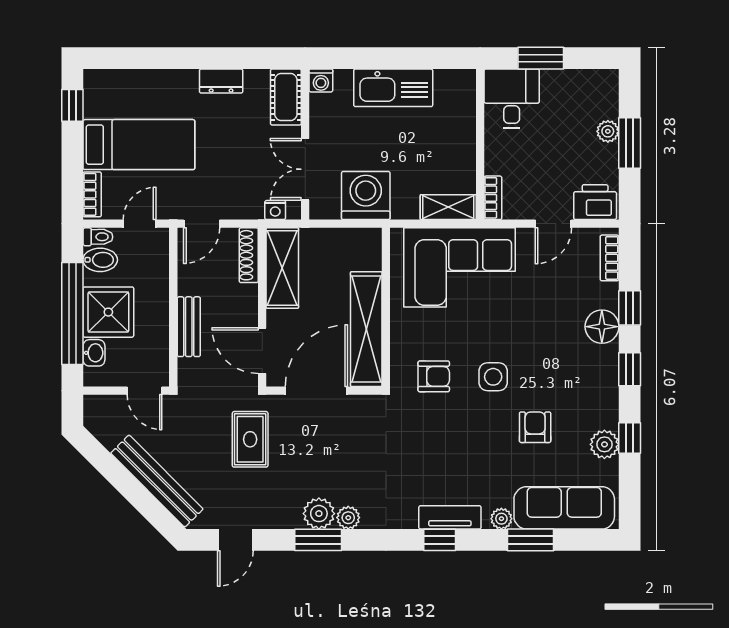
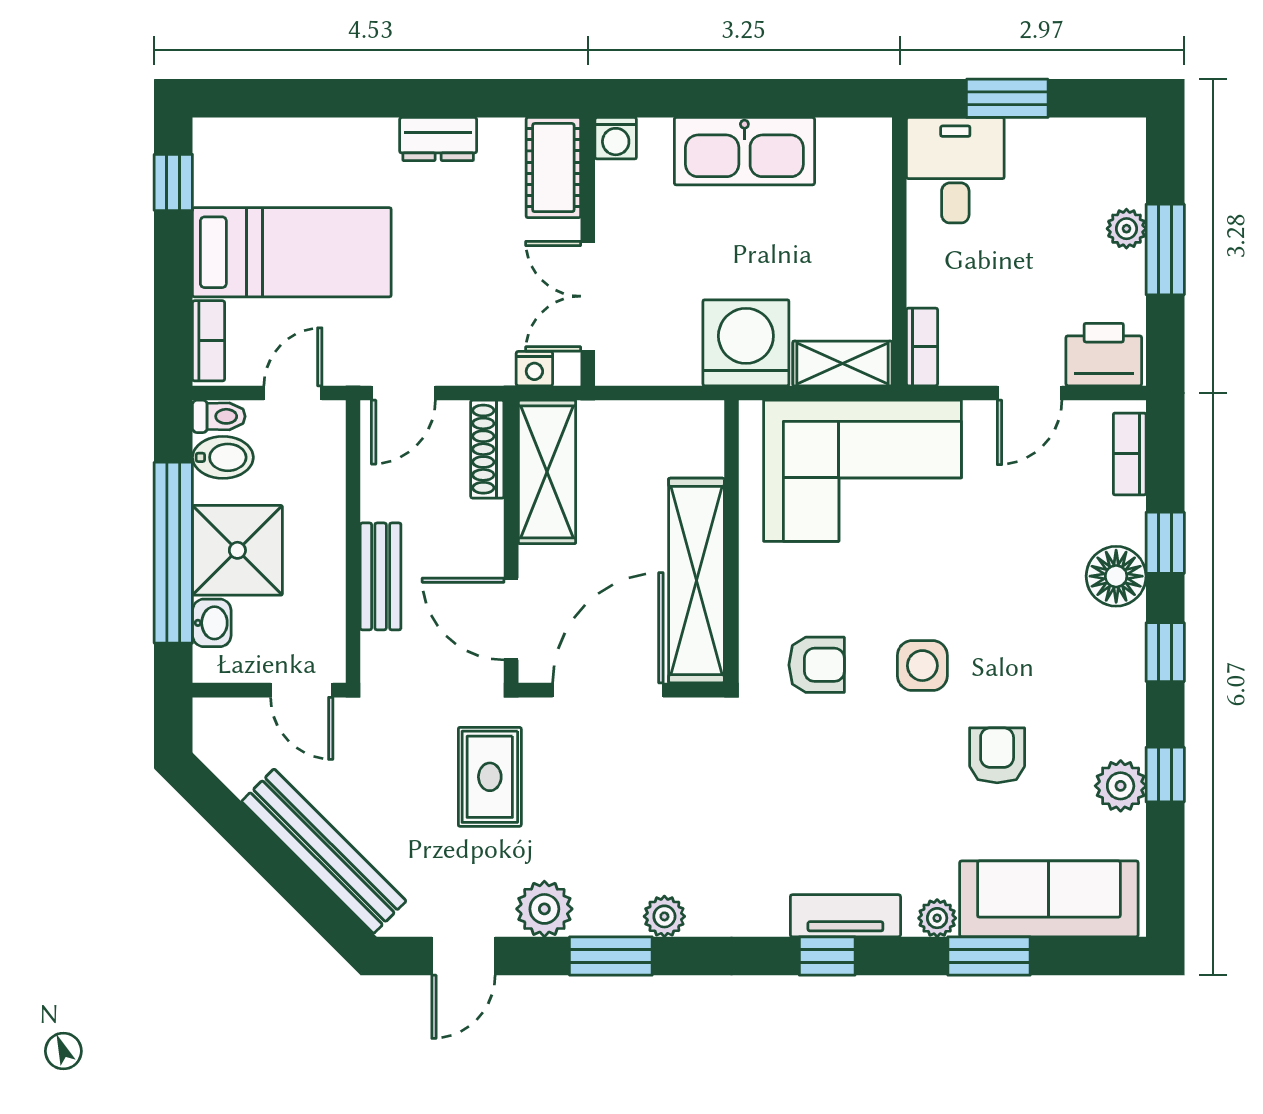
washing machine: (366, 195) -> (746, 343), moved
plant: (319, 514) -> (544, 909), moved

